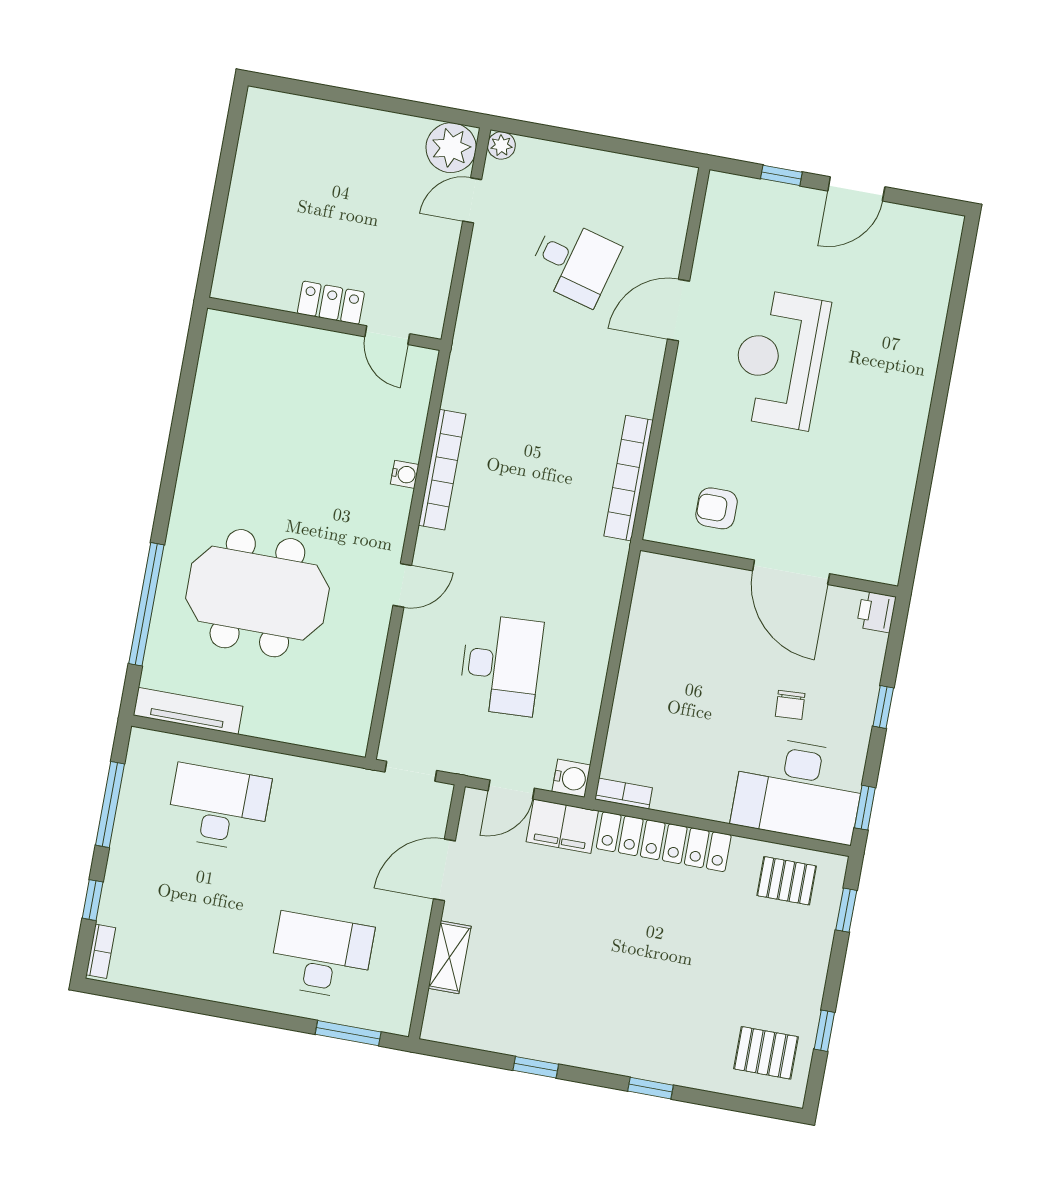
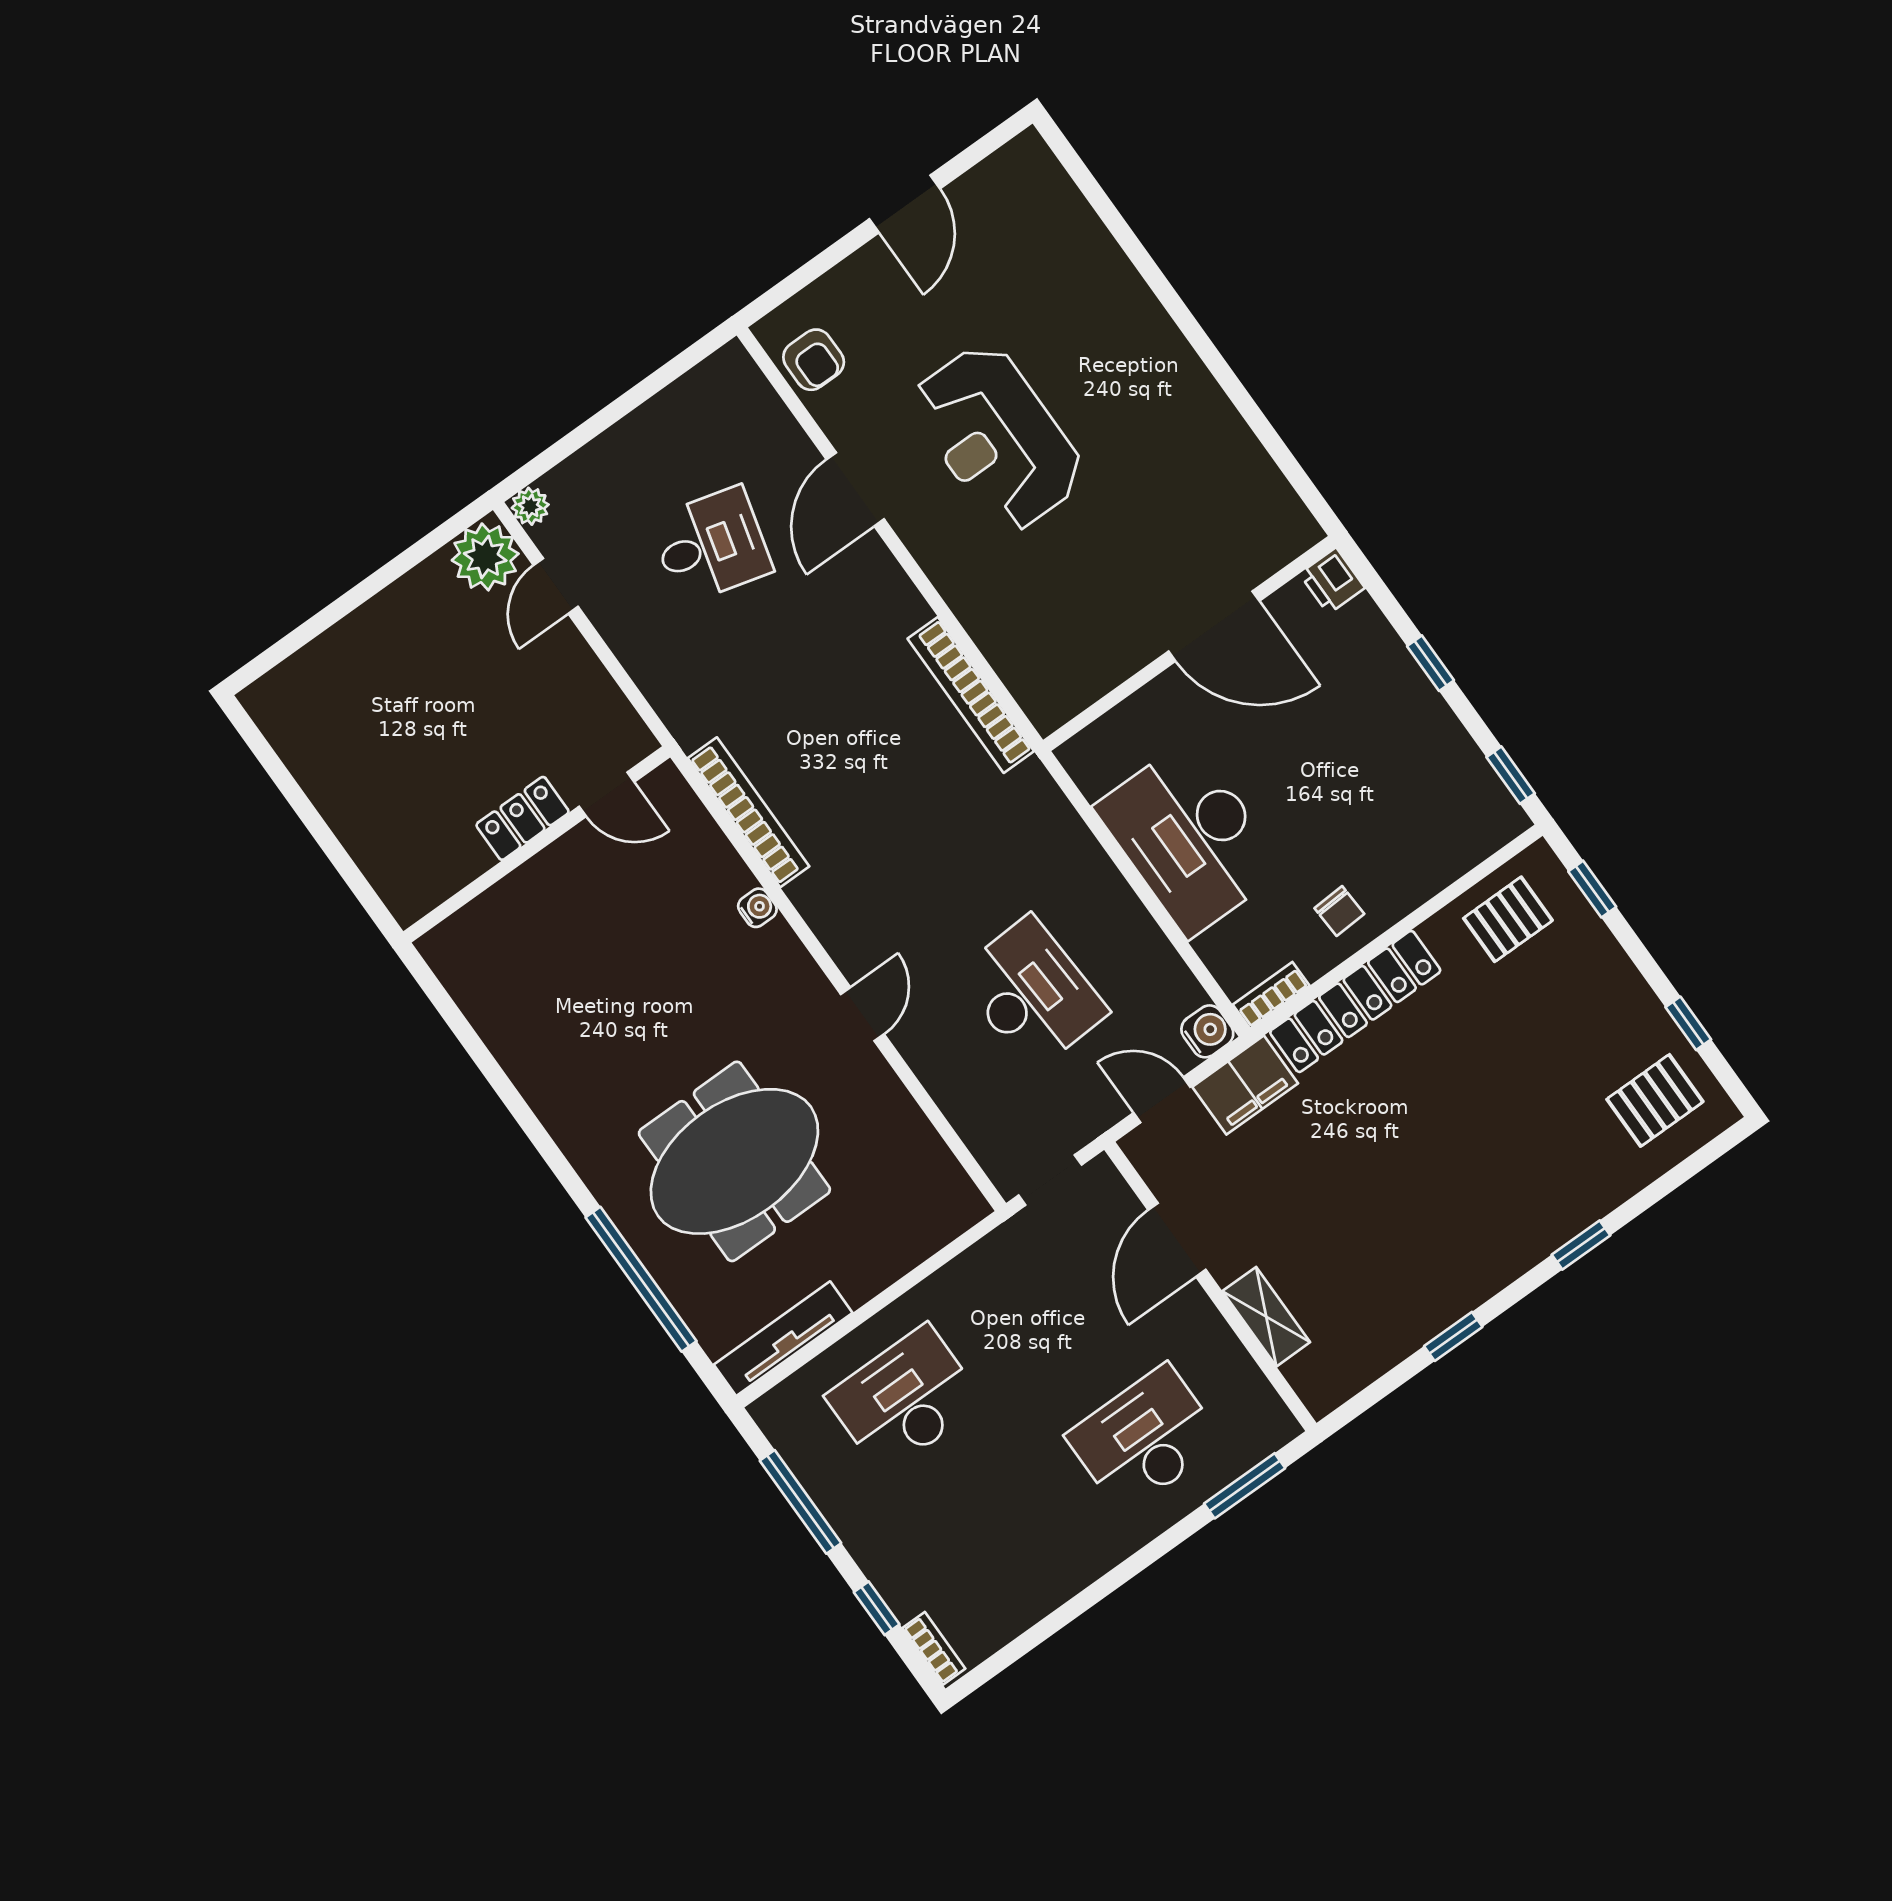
window: (781, 175) -> (821, 264), removed
bookcase: (442, 470) -> (749, 812), moved
armchair: (717, 508) -> (814, 360), moved, turned -90
chair: (790, 705) -> (1339, 911), moved
door: (511, 789) -> (1162, 1100), swing flipped
desk: (799, 790) -> (1190, 838), moved, turned 90

